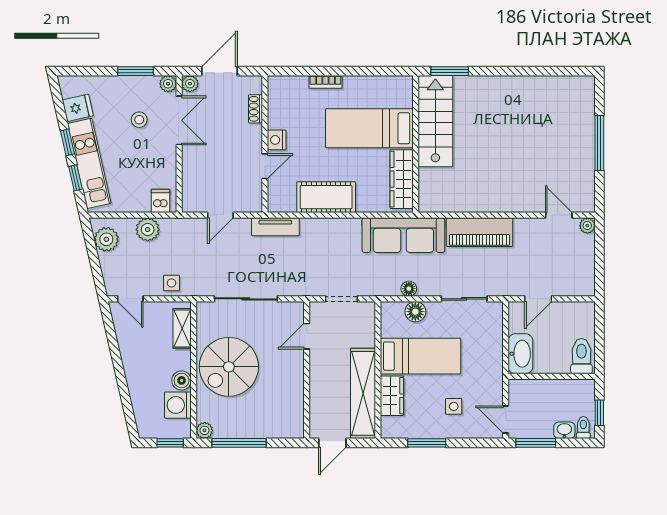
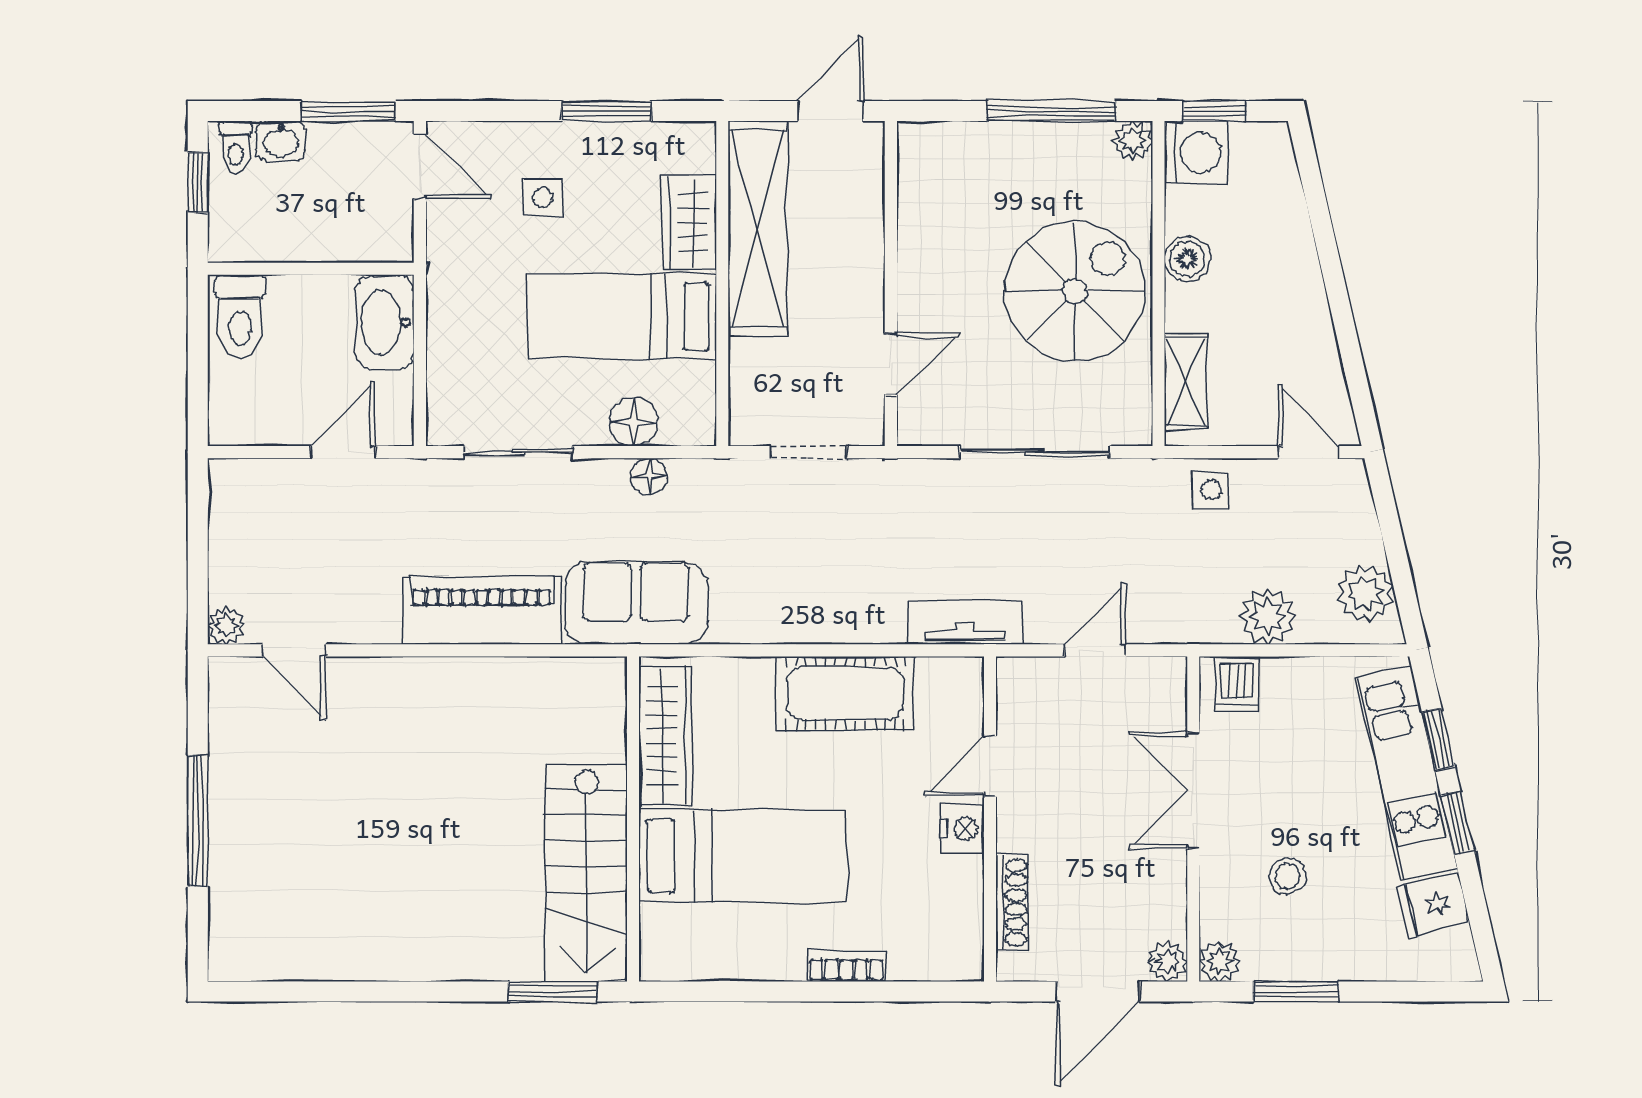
shoe rack: (255, 109) -> (1012, 902), width x1.43
double door: (179, 120) -> (1193, 790), moved
sofa: (403, 235) -> (636, 603), width x0.73
washing machine: (178, 405) -> (1196, 152), moved

